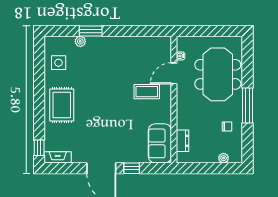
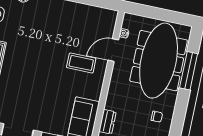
meeting table: (218, 74) -> (159, 61), width x1.36
window: (248, 105) -> (189, 71), moved

